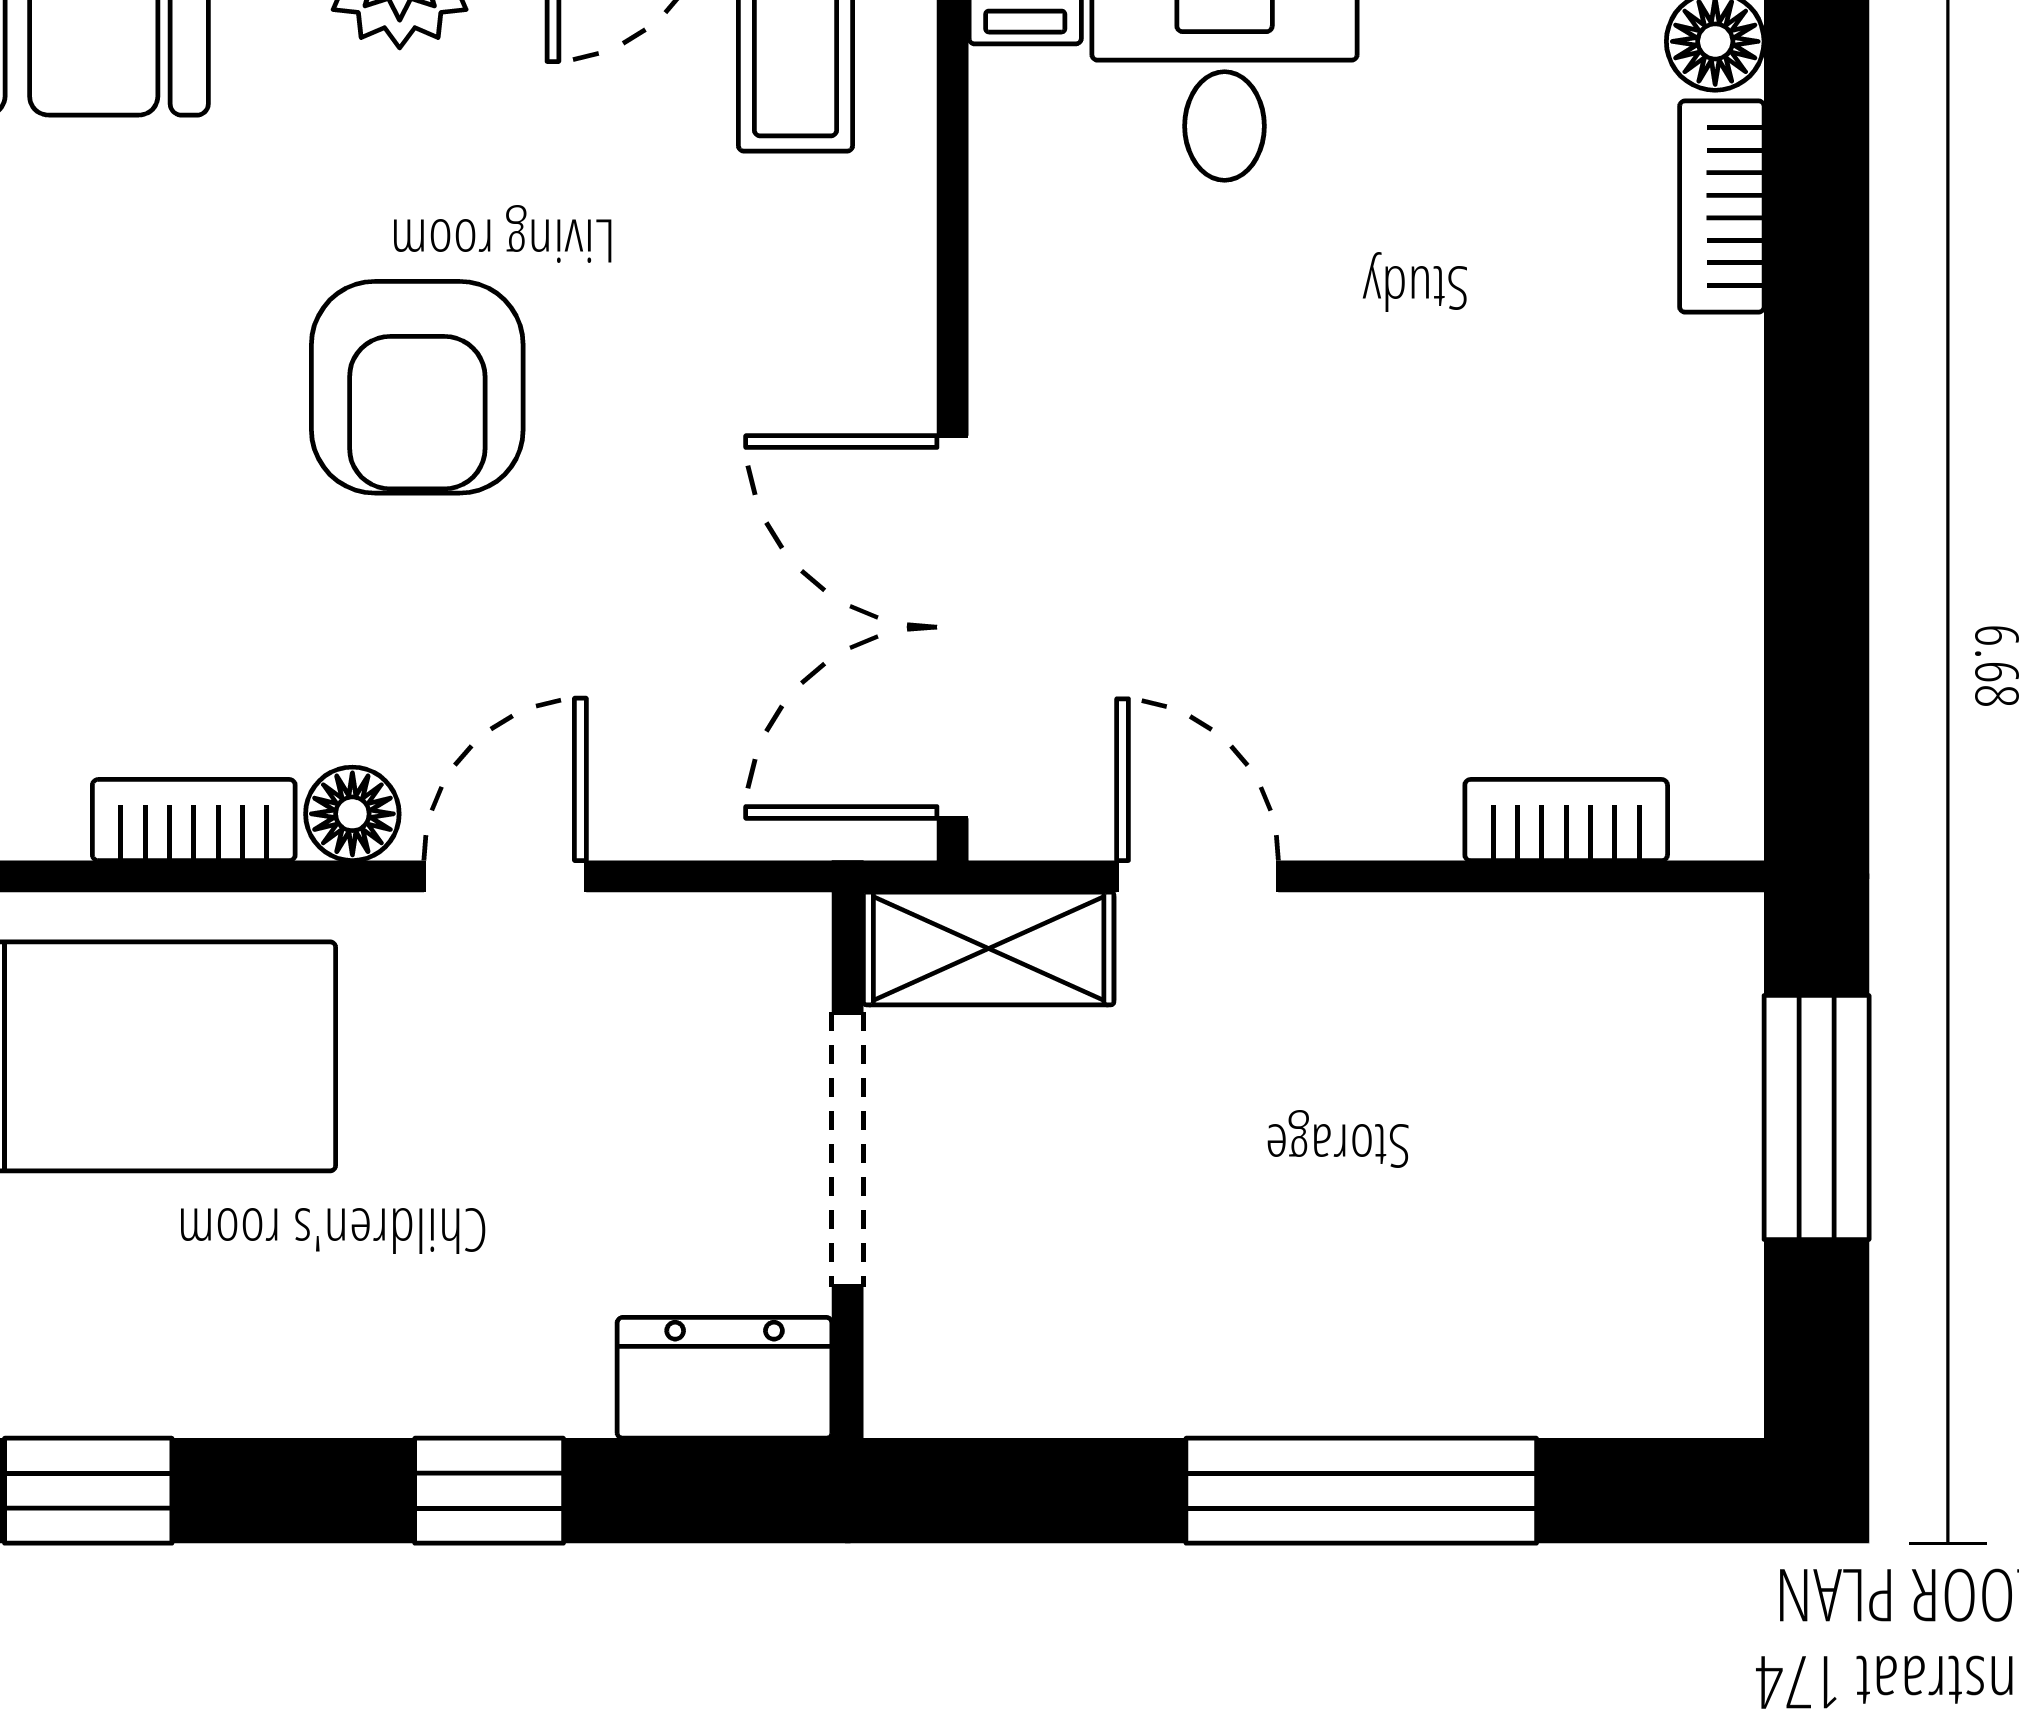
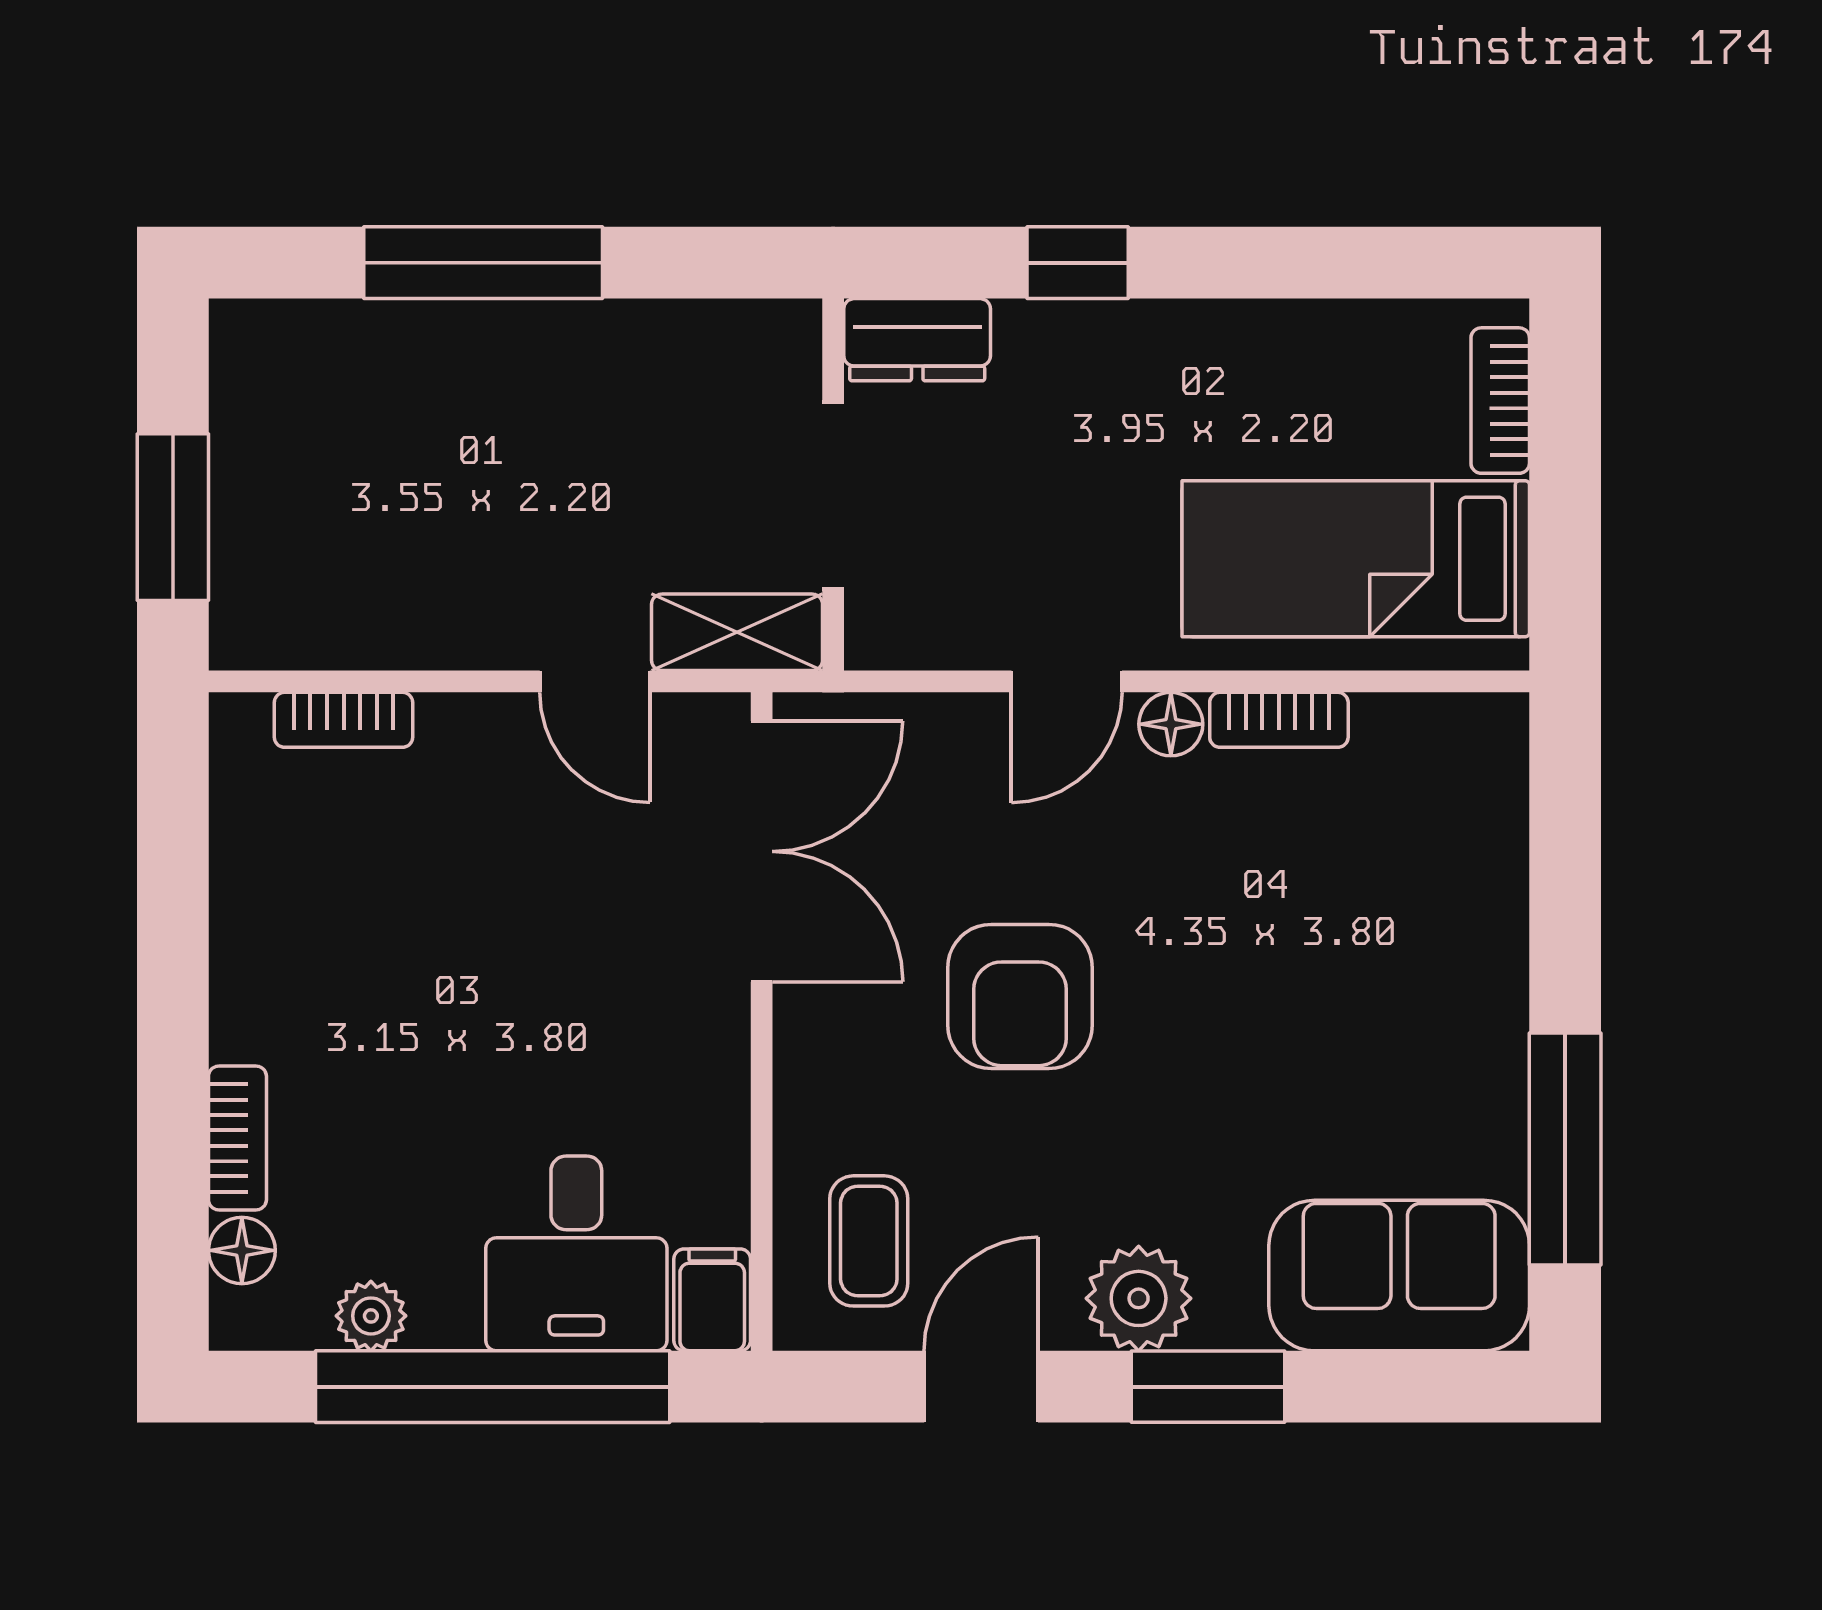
armchair: (417, 387) -> (1020, 996), moved, turned 180
window: (88, 1491) -> (1351, 263), removed

